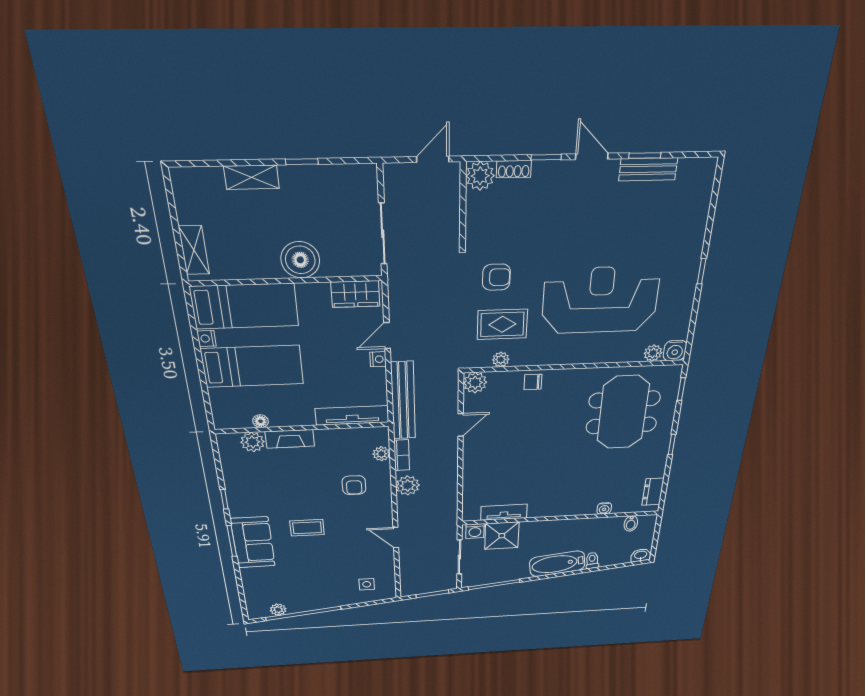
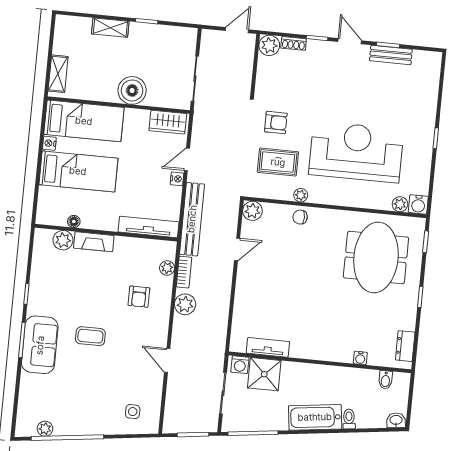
plant: (501, 359) -> (301, 195), moved

